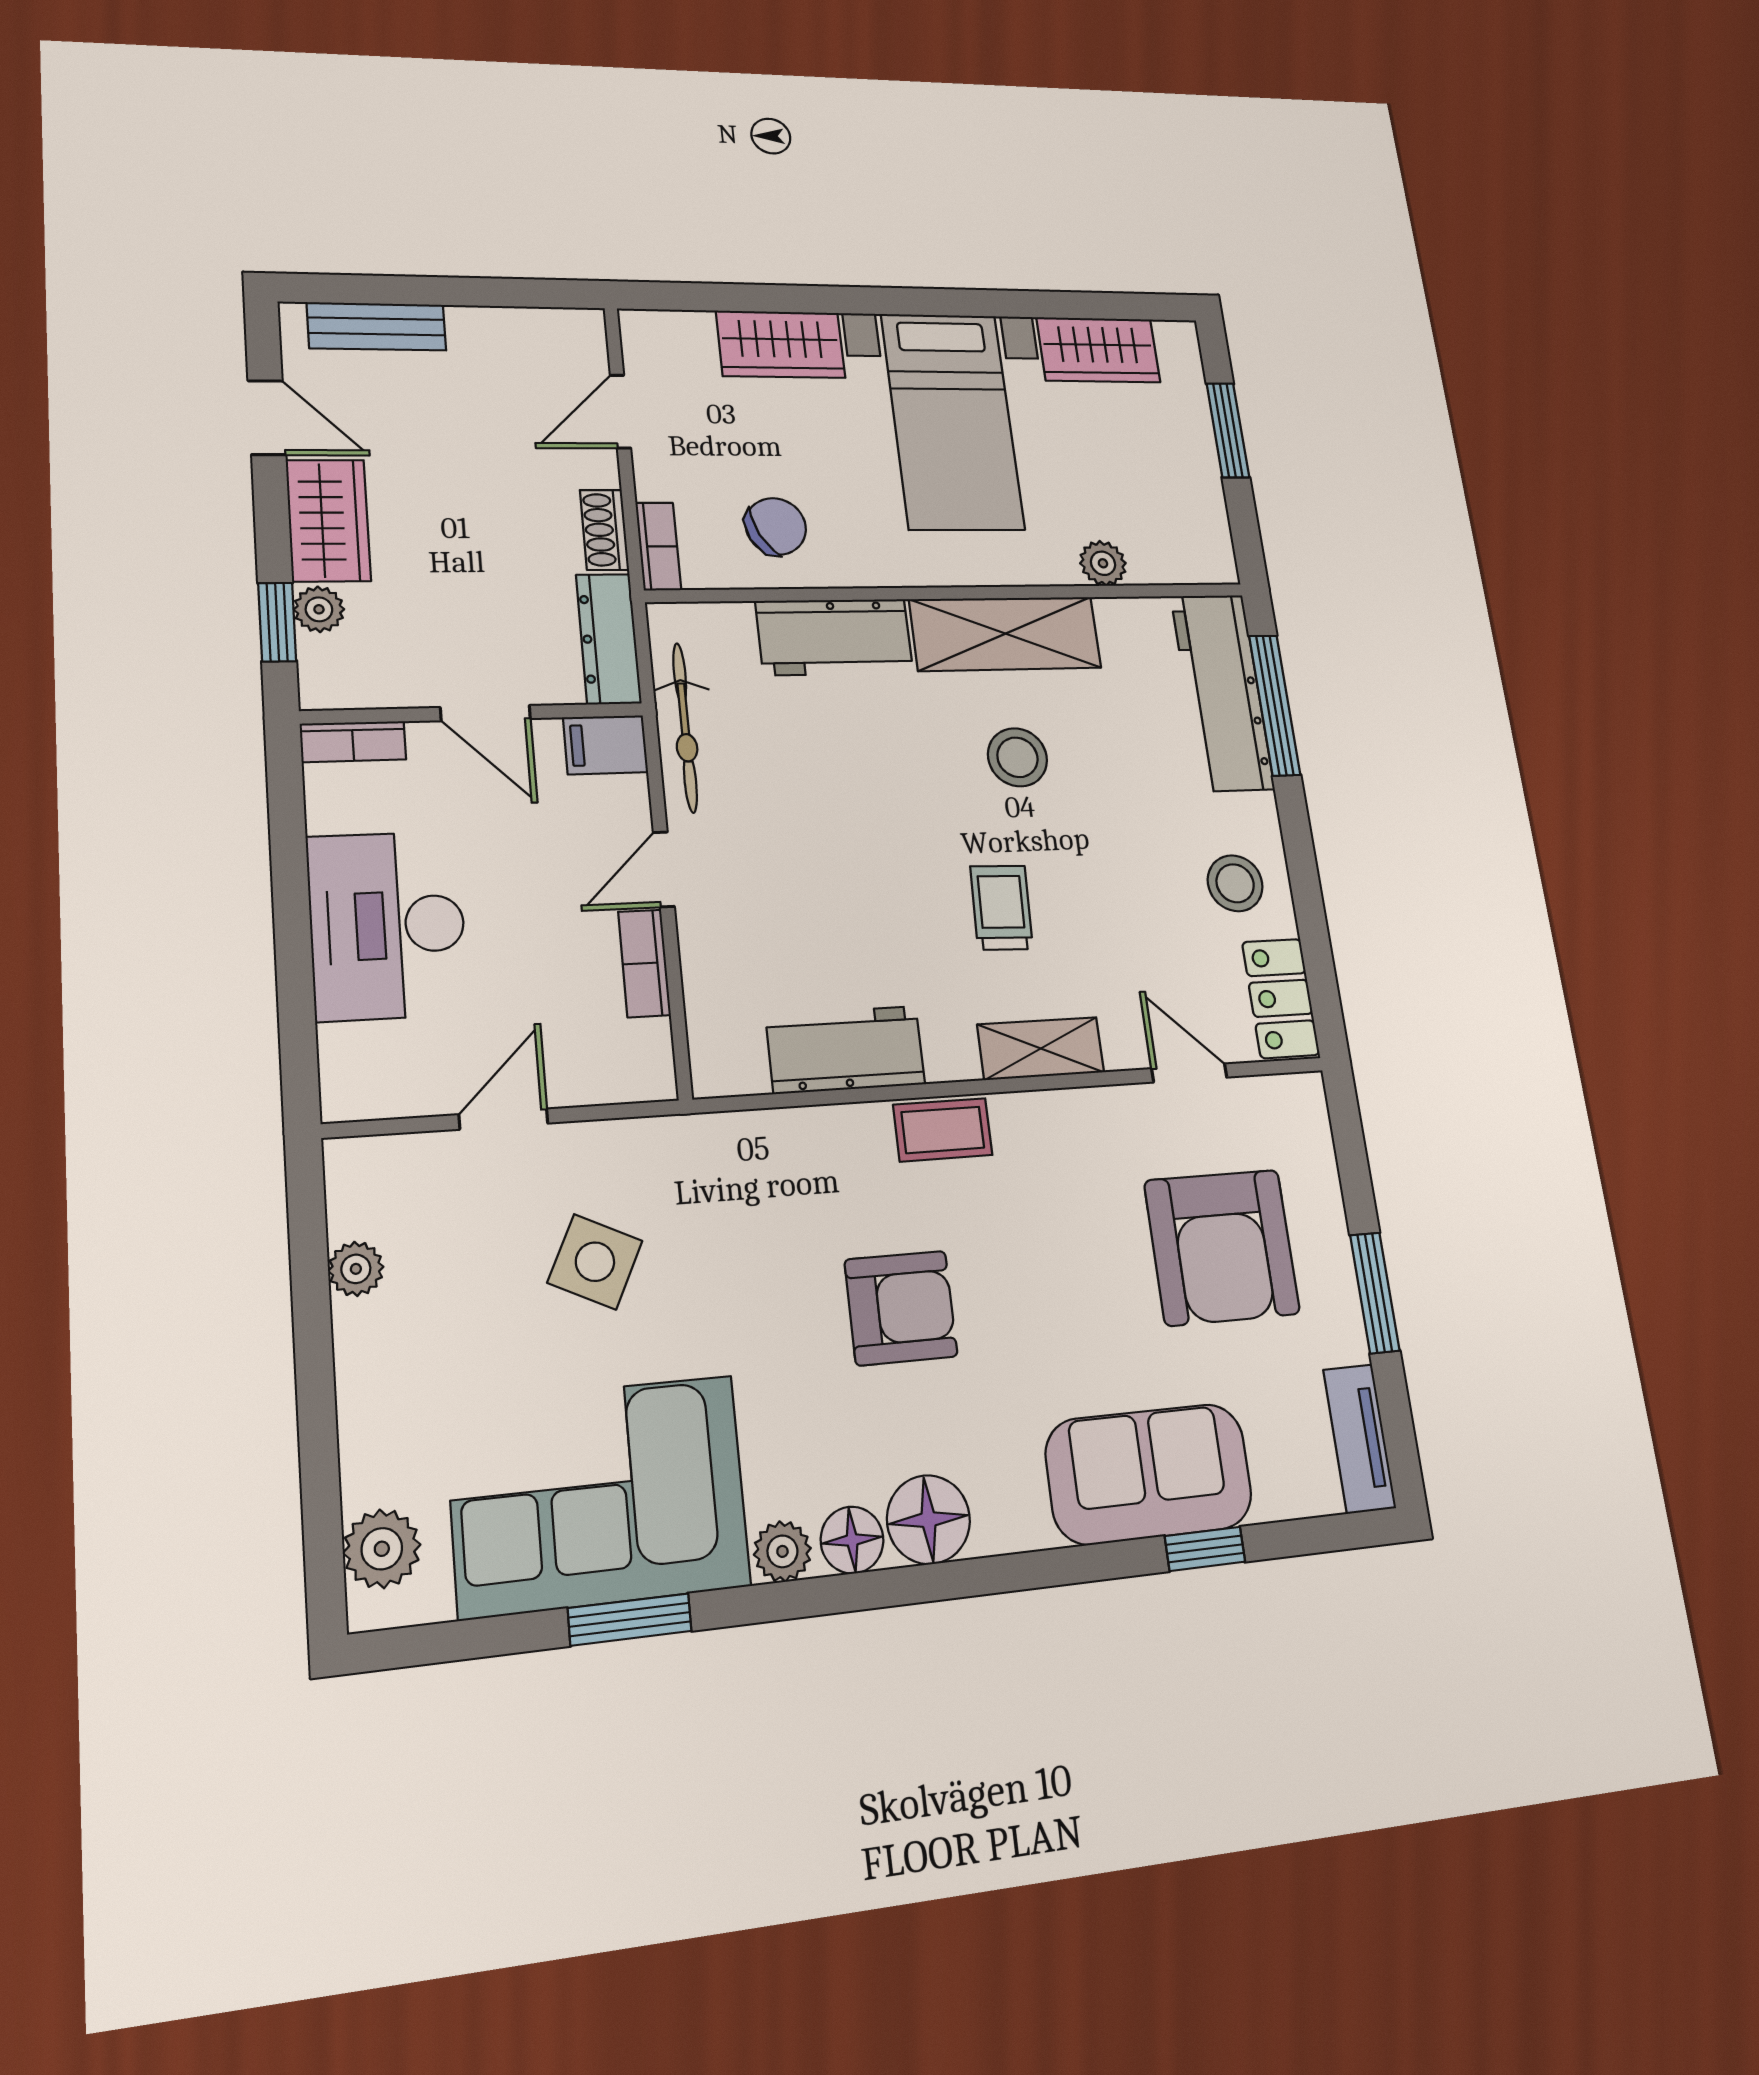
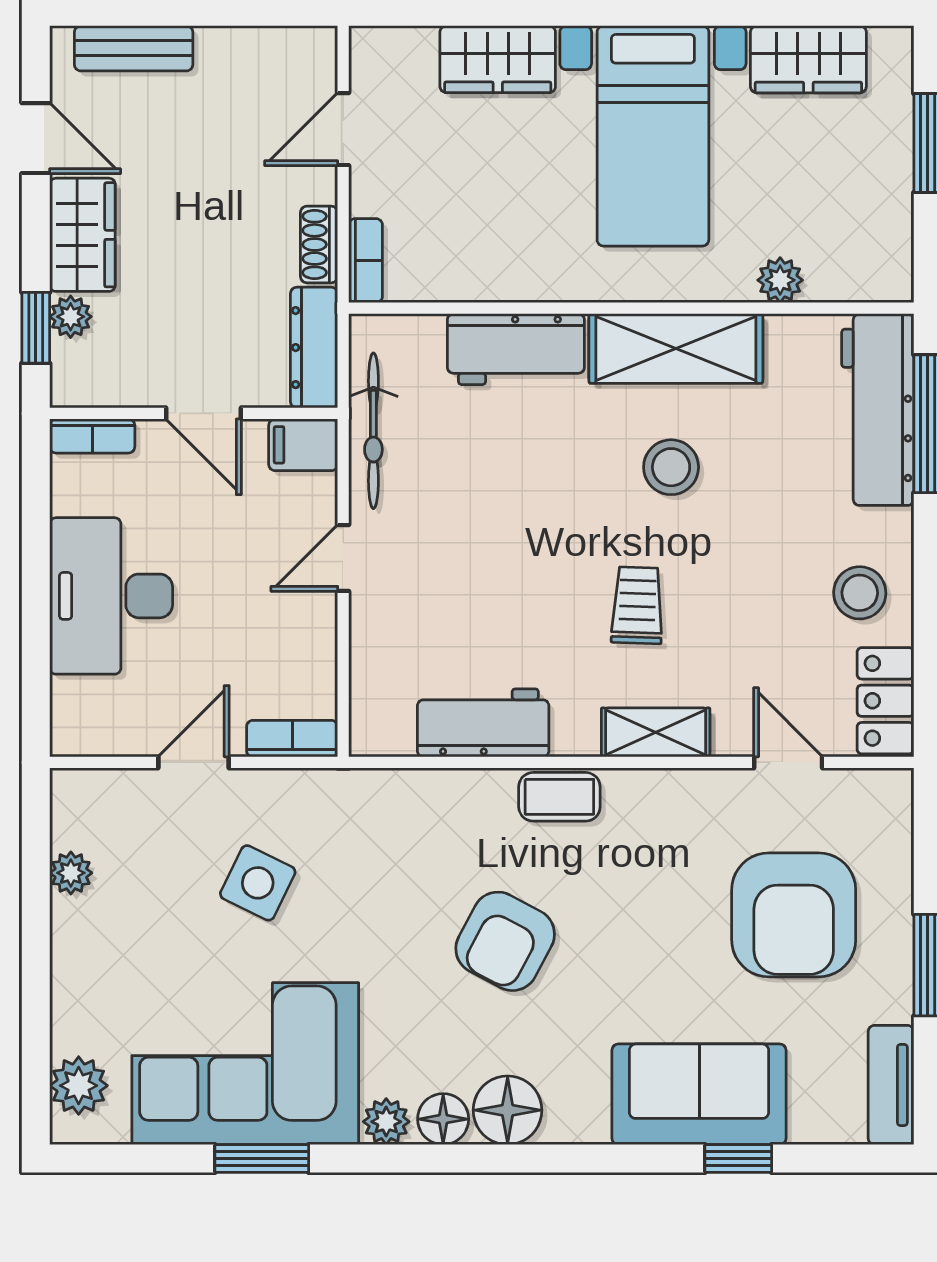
chair: (776, 526) -> (474, 242), removed
bookcase: (644, 963) -> (292, 739), moved, turned 90
armchair: (901, 1308) -> (505, 941), turned 118

